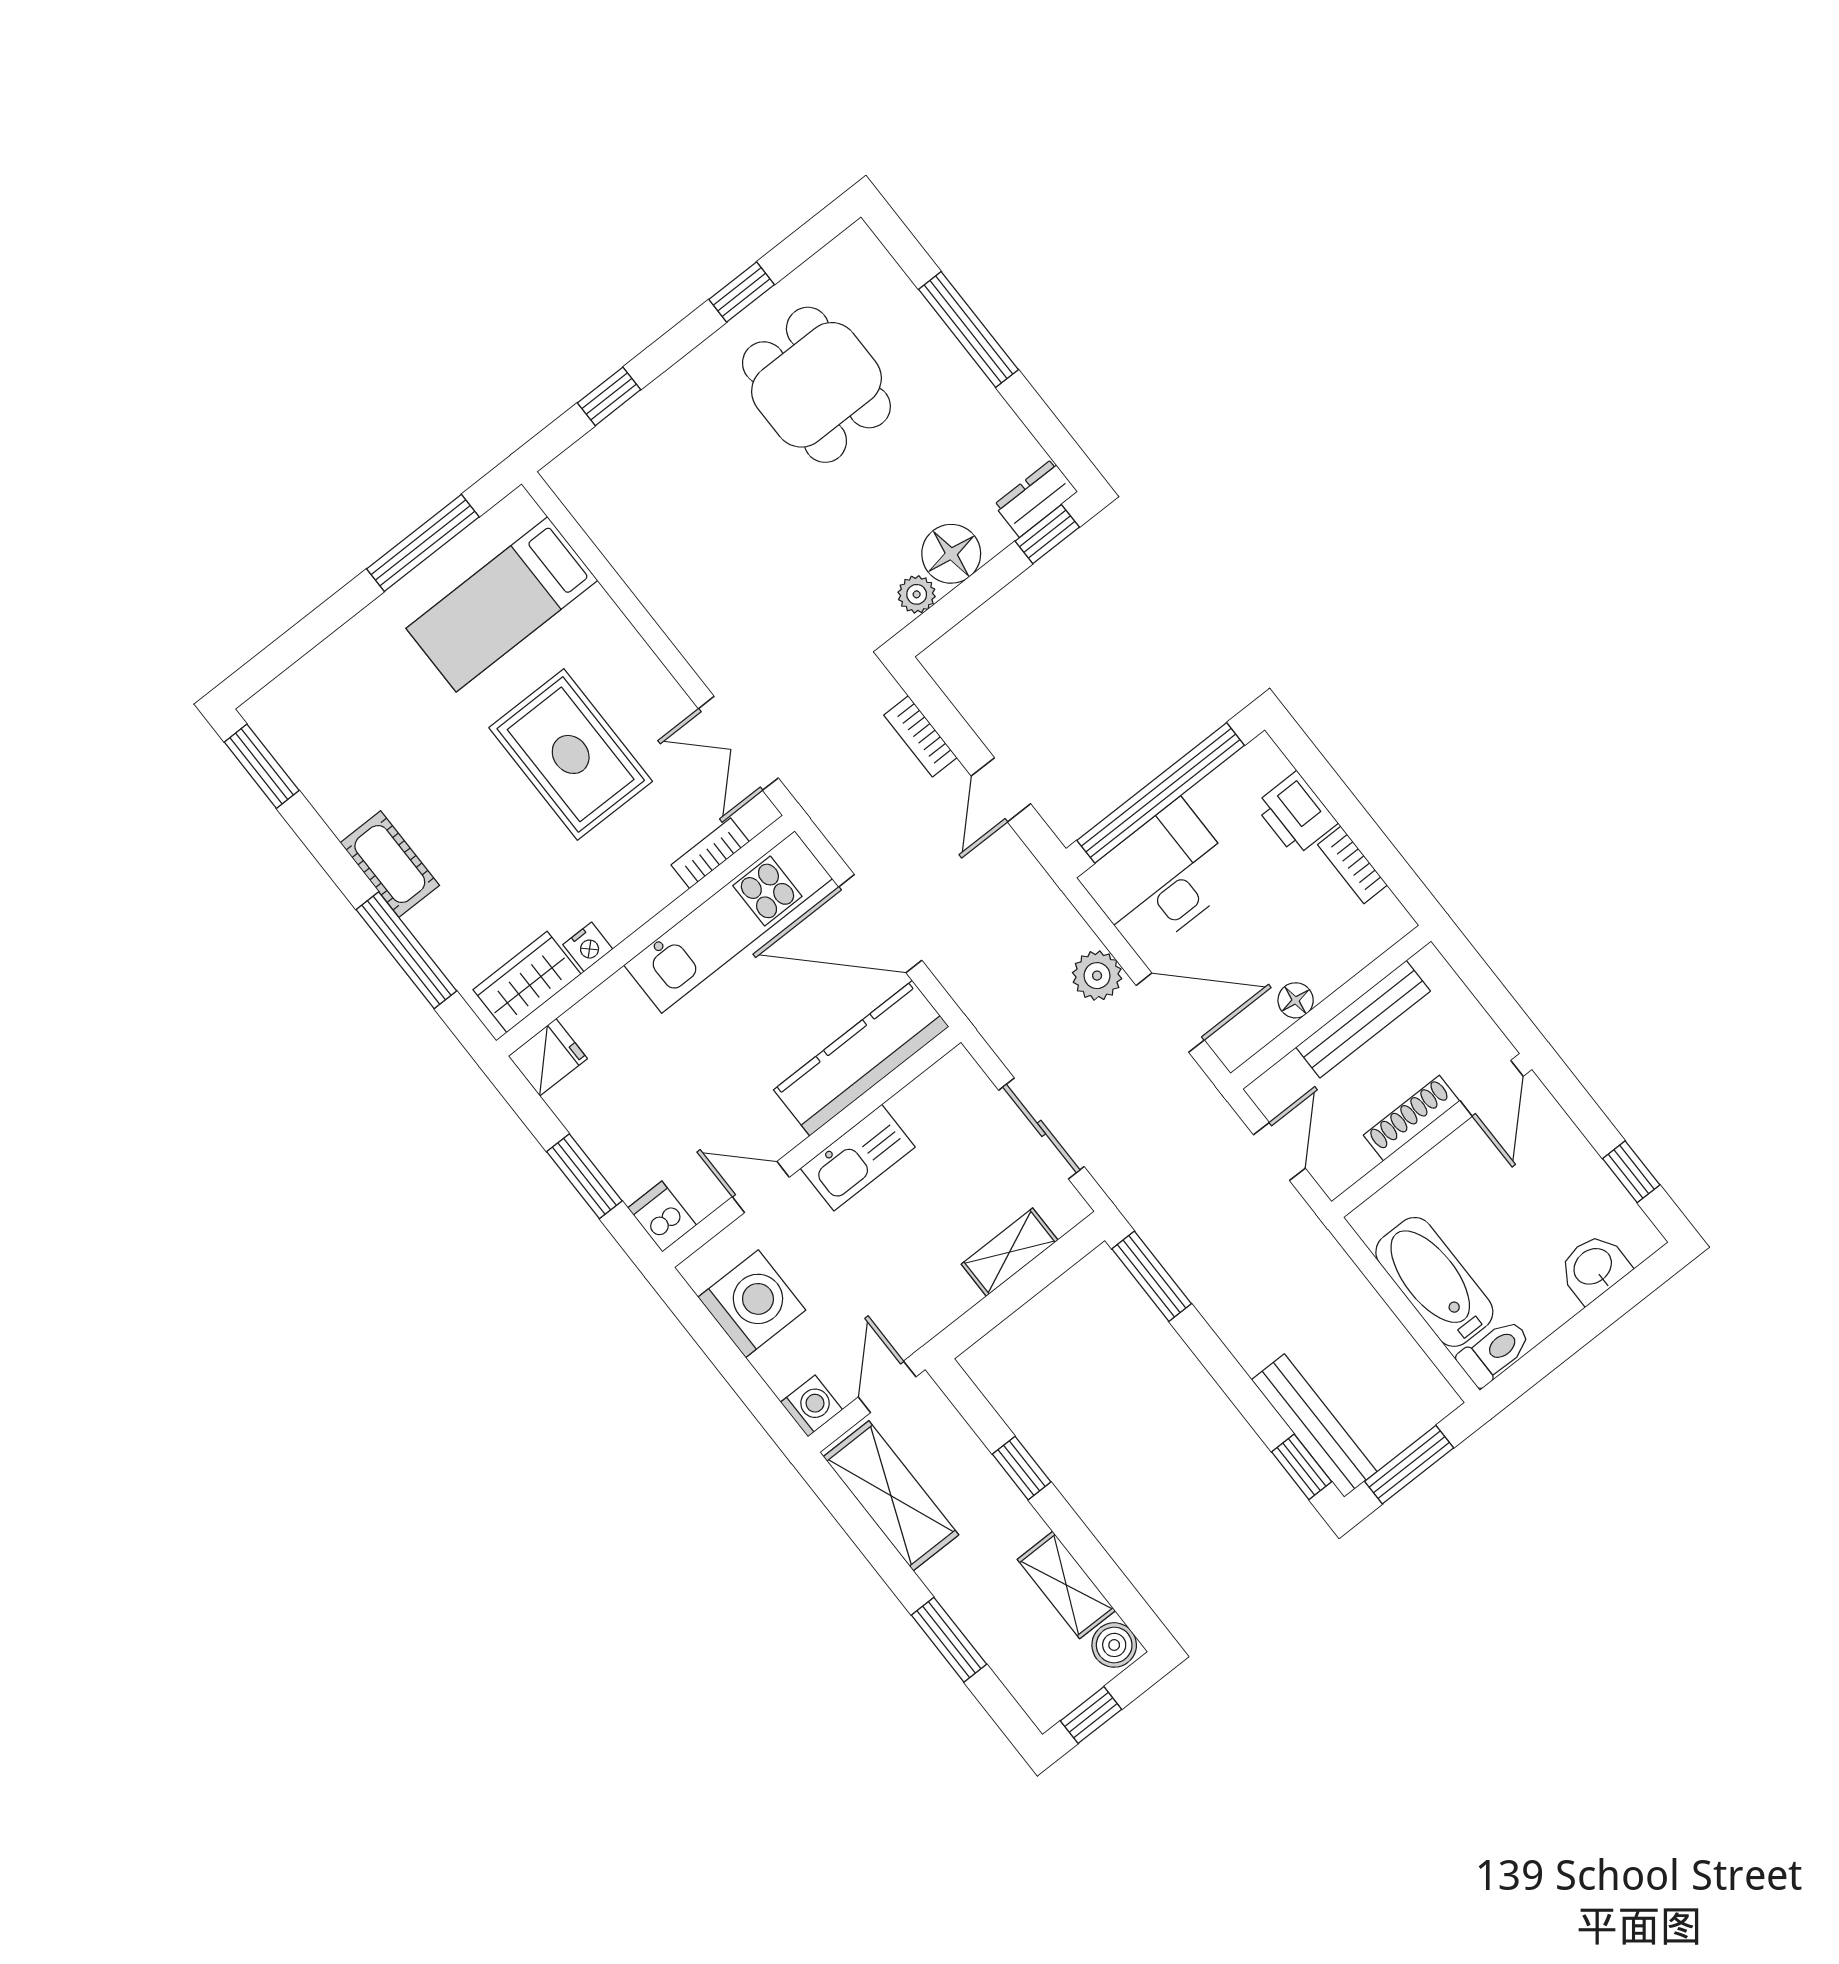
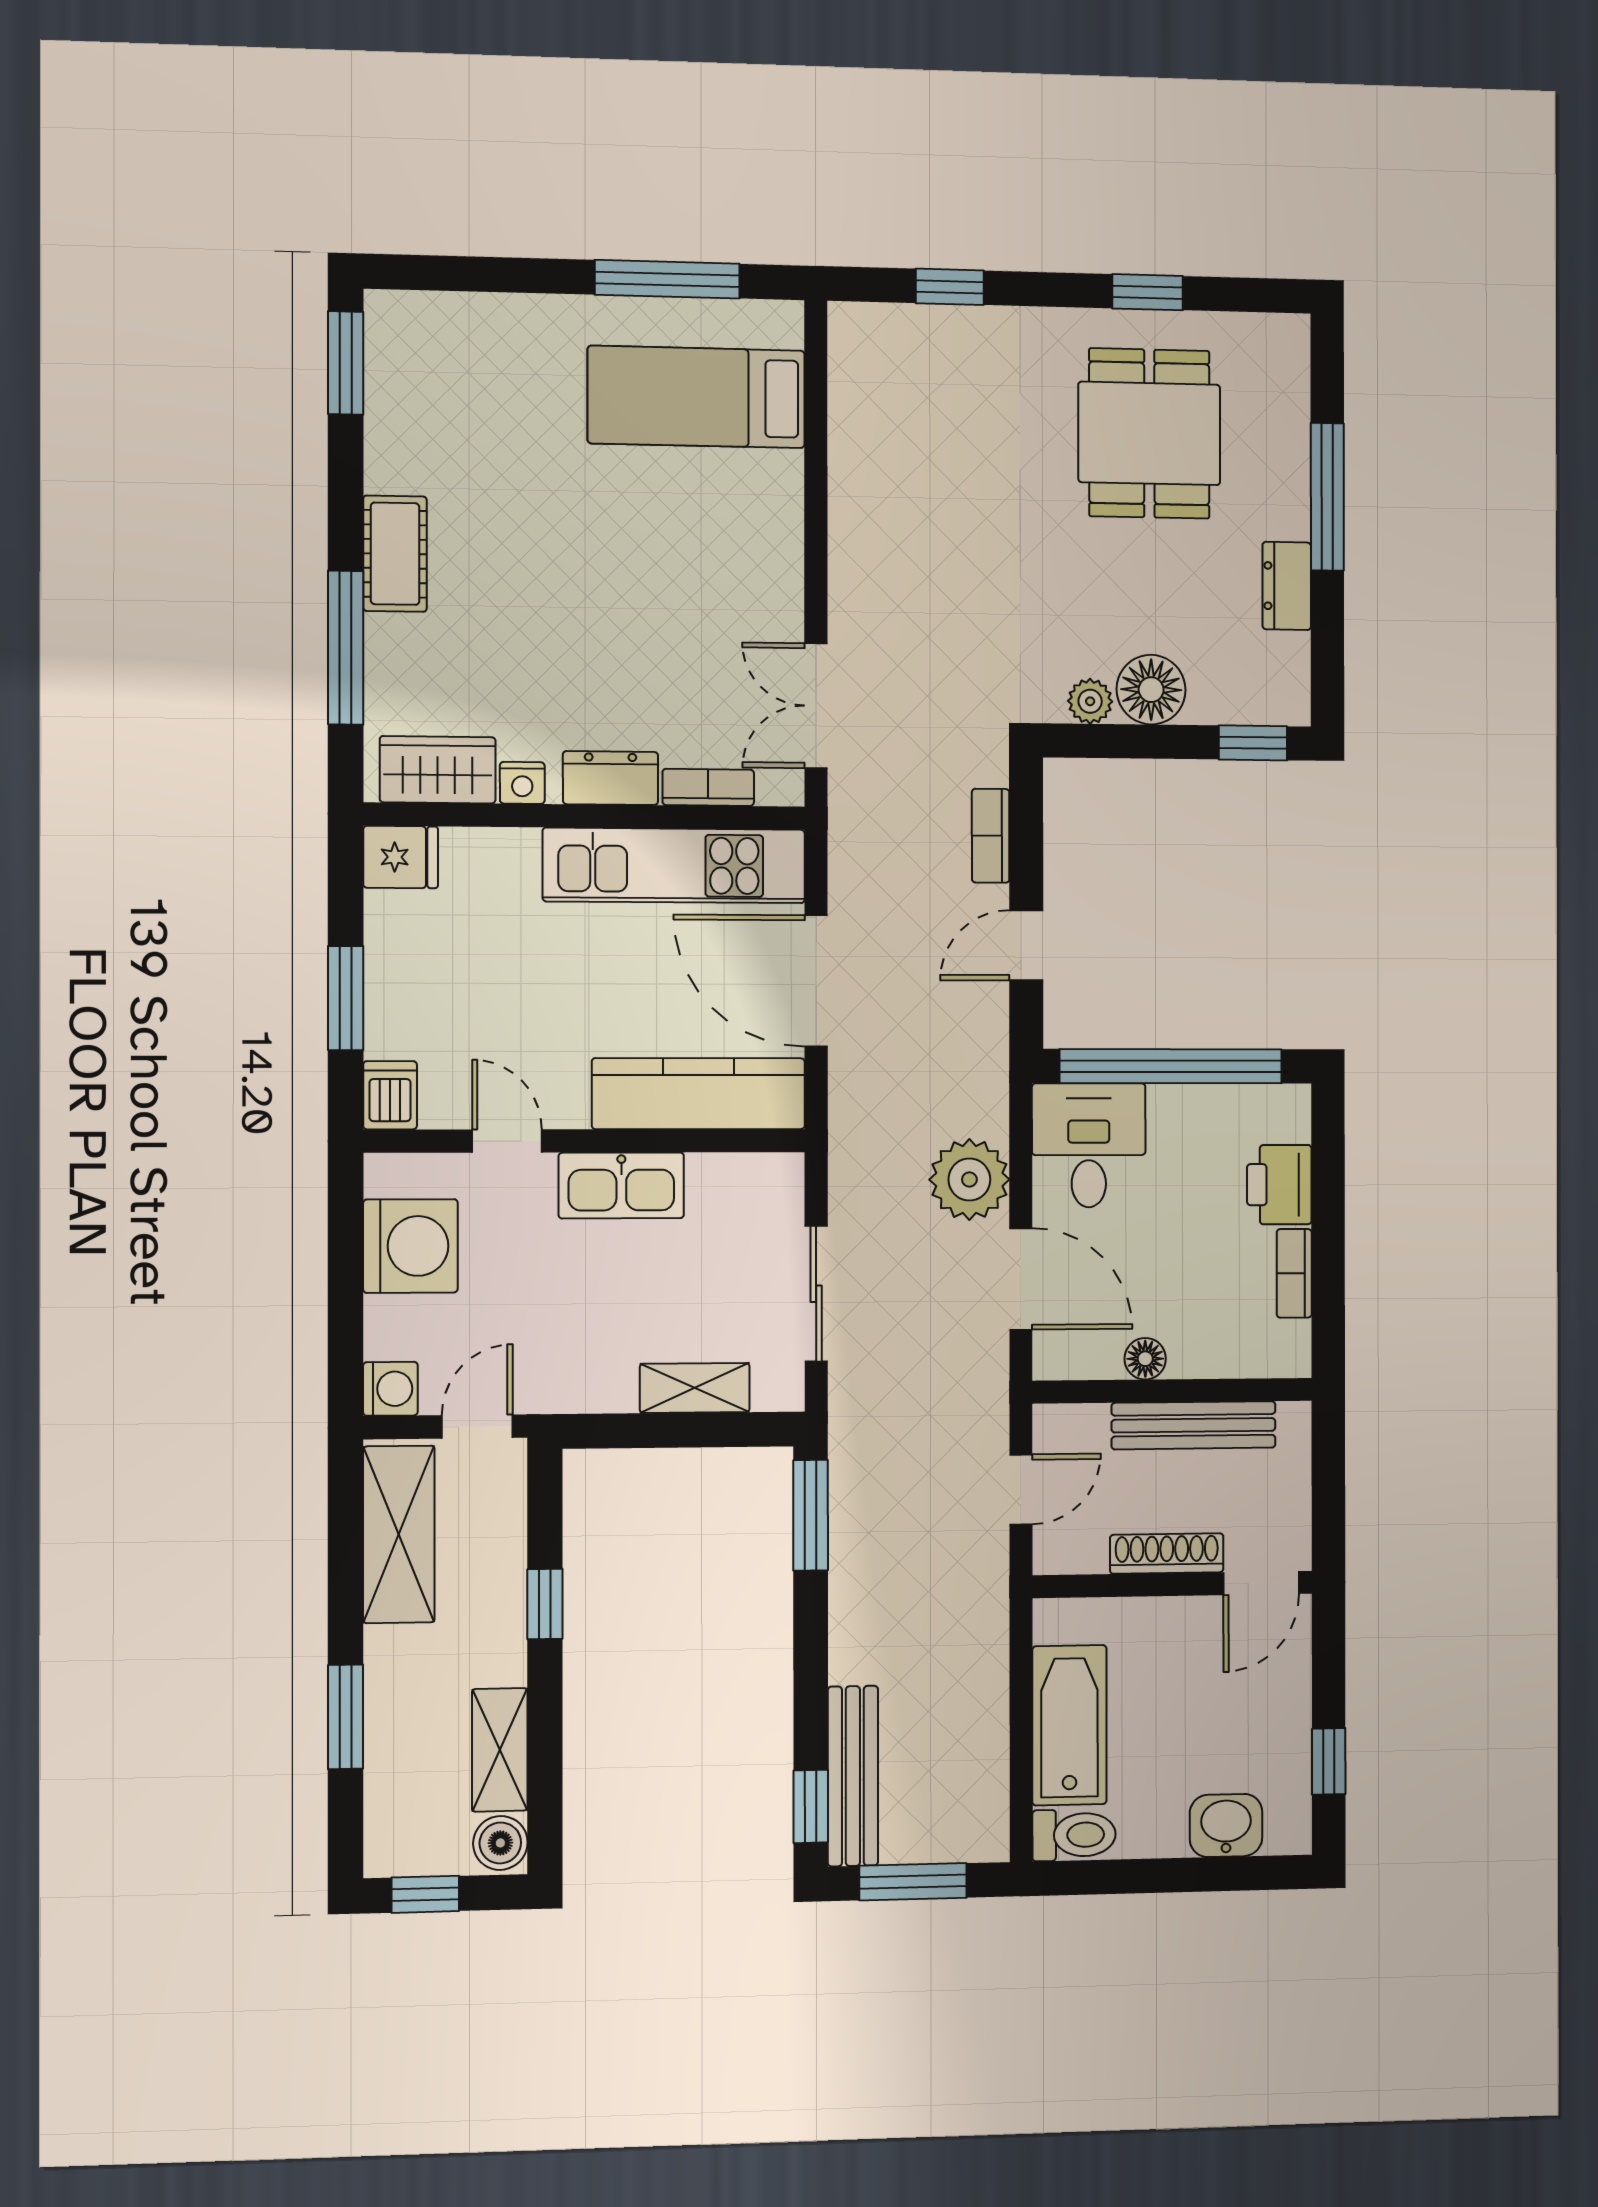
dresser: (1036, 498) -> (1287, 586), moved, turned -90
rug: (571, 754) -> (650, 589), removed
desk: (1161, 878) -> (1089, 1145), width x0.73
dresser: (642, 898) -> (611, 778), added
plant: (1097, 976) -> (969, 1179), width x1.36, depth x1.36

